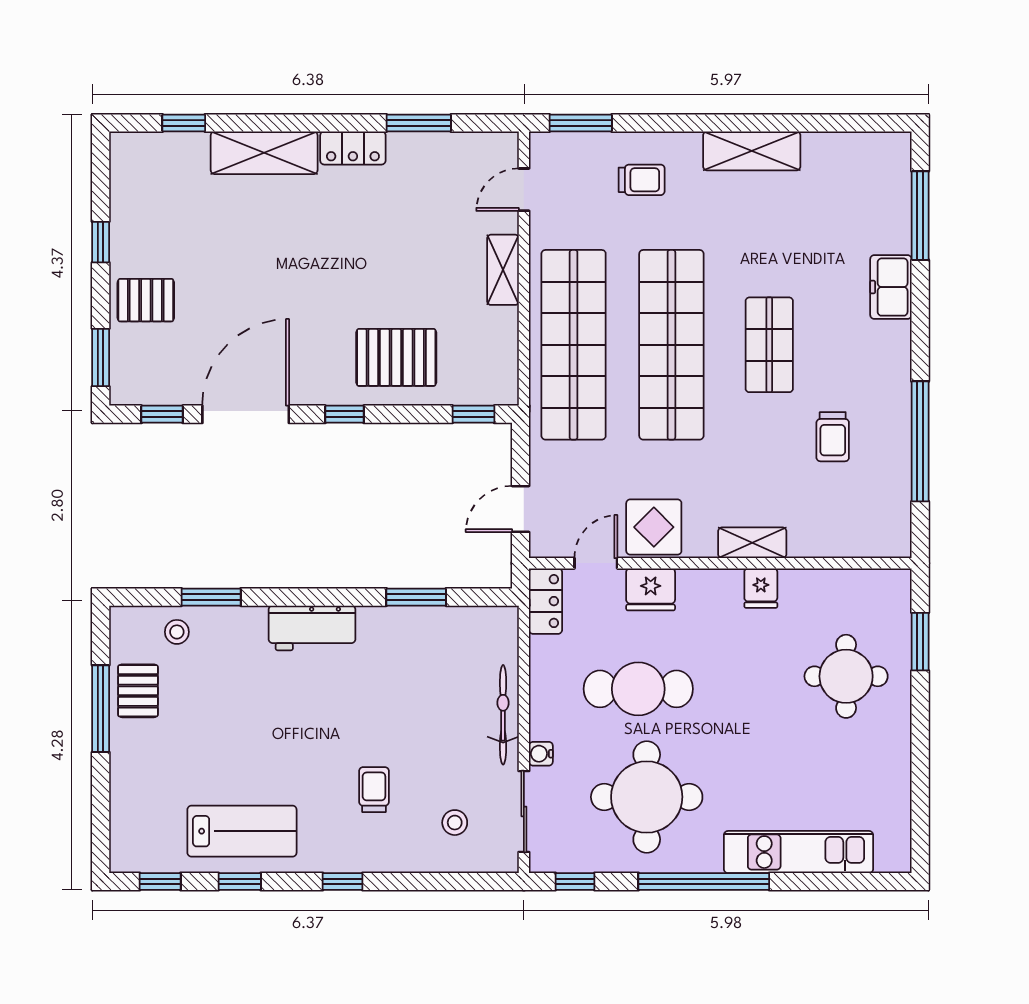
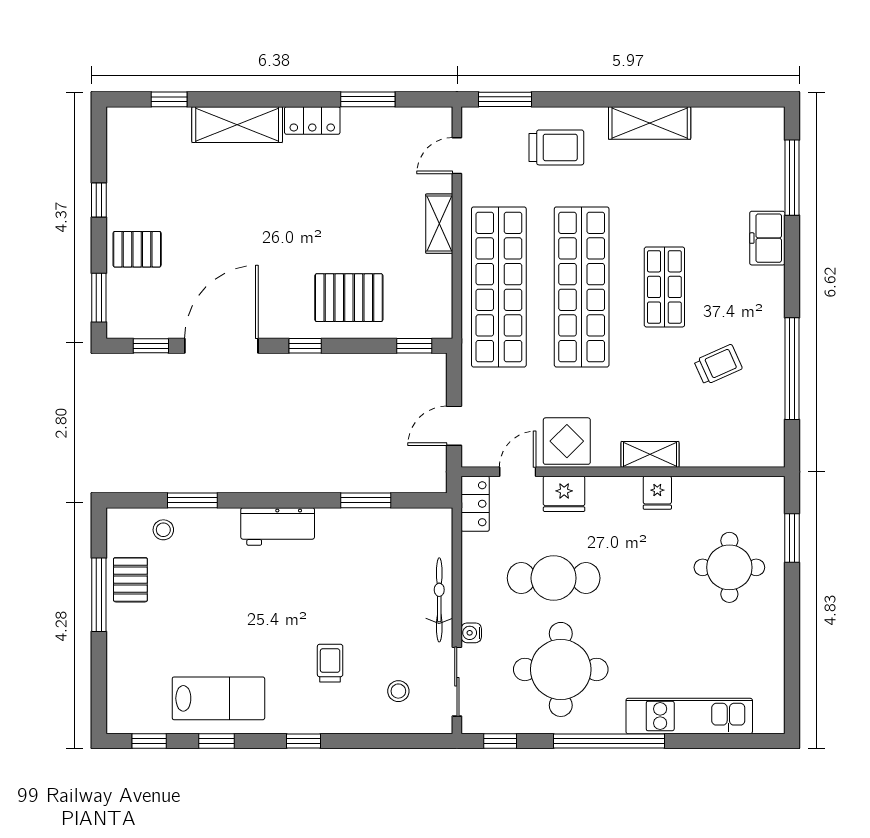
trolley: (642, 180) -> (556, 147), width x1.36, depth x1.39
trolley: (833, 437) -> (718, 365), turned -114

